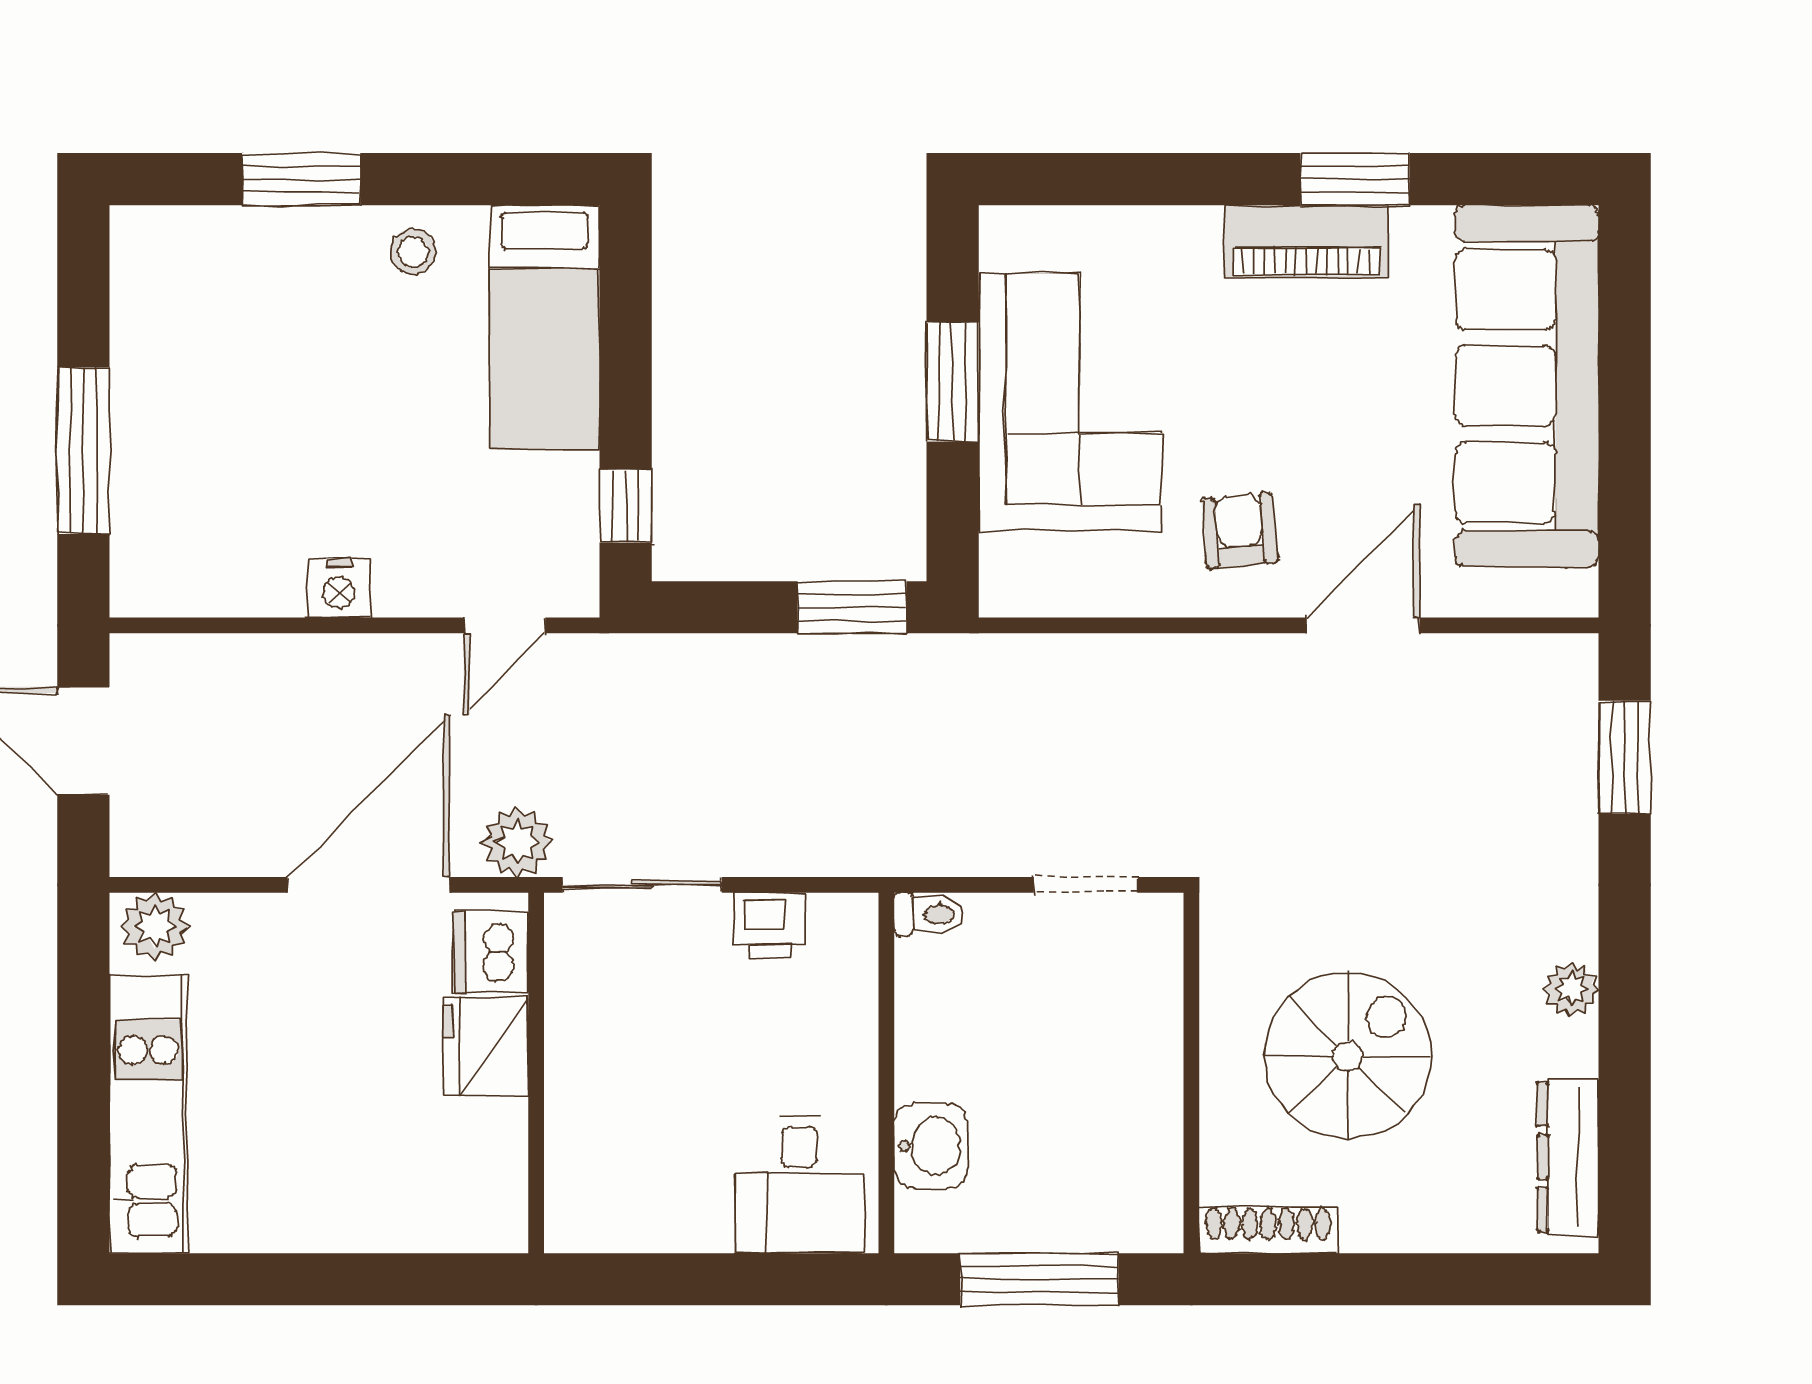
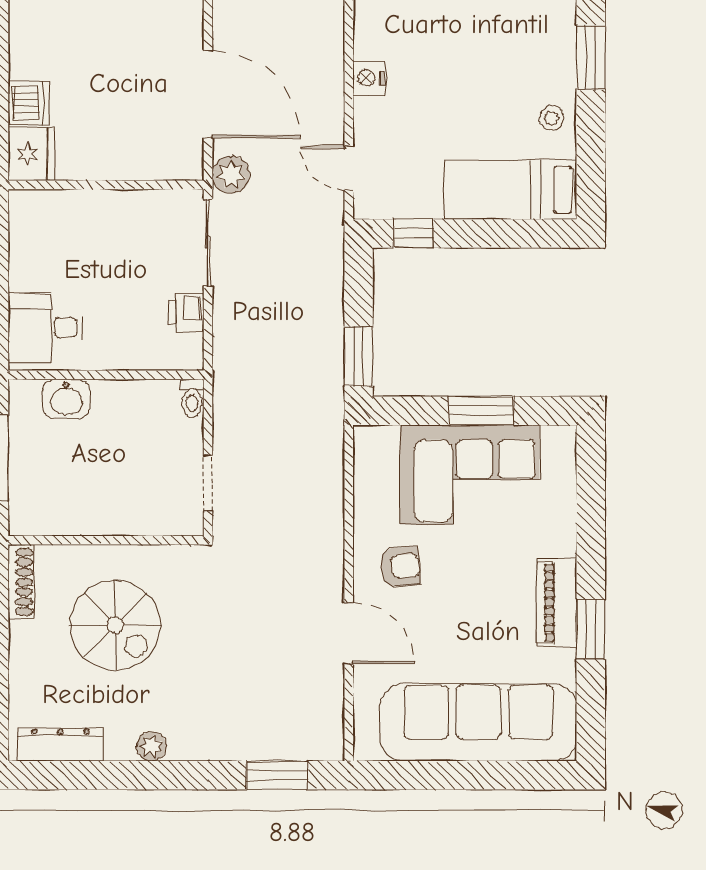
dishwasher: (491, 952) -> (29, 103), moved, turned 90
fridge: (486, 1047) -> (31, 154), moved, turned 90

